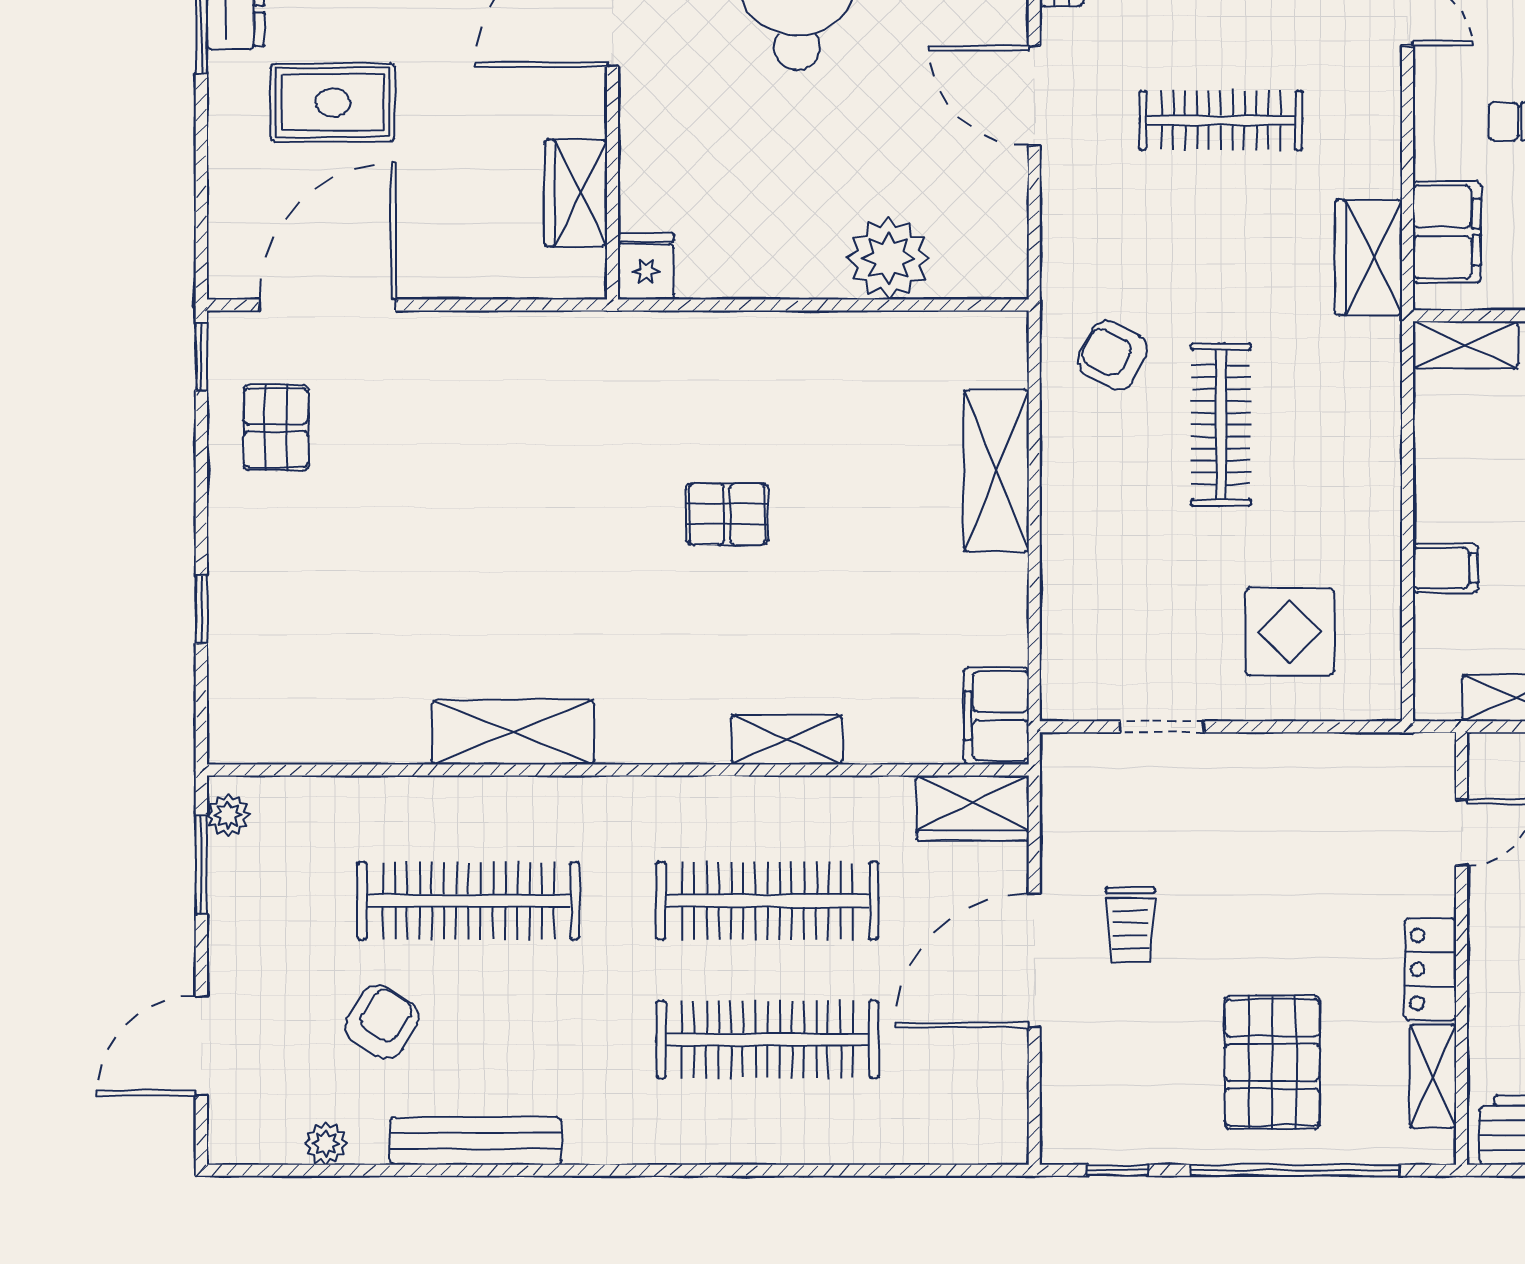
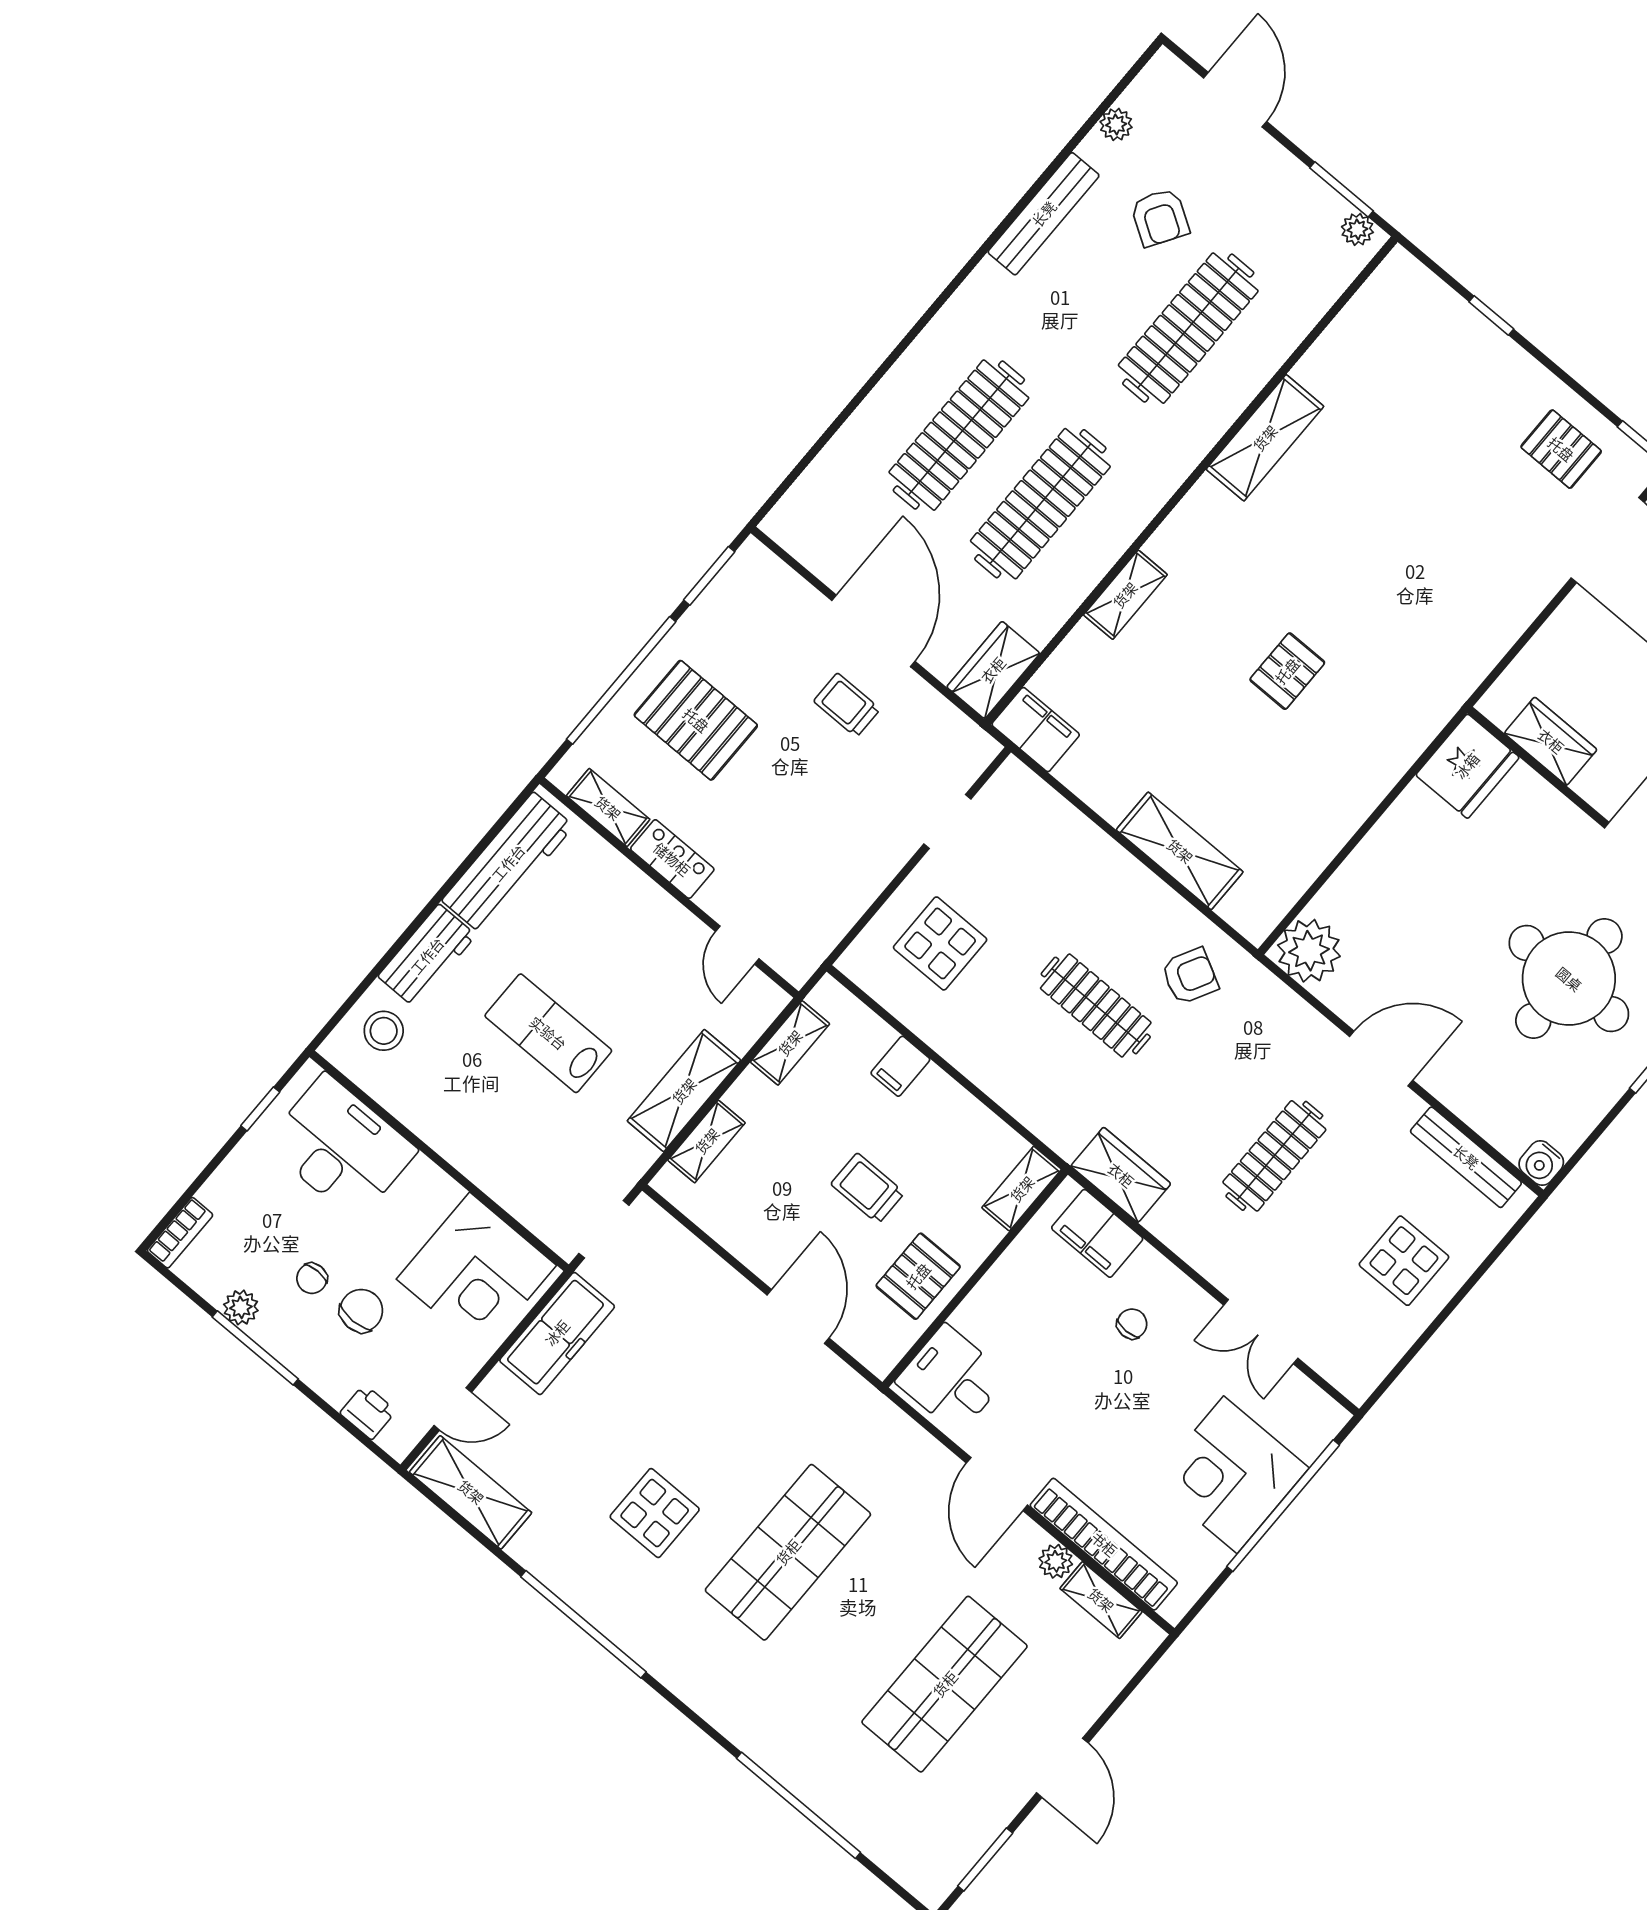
plant: (889, 258) -> (1309, 951), moved
fridge: (646, 266) -> (1467, 766), width x1.88, depth x1.34
window: (1117, 1170) -> (709, 576), width x1.50

